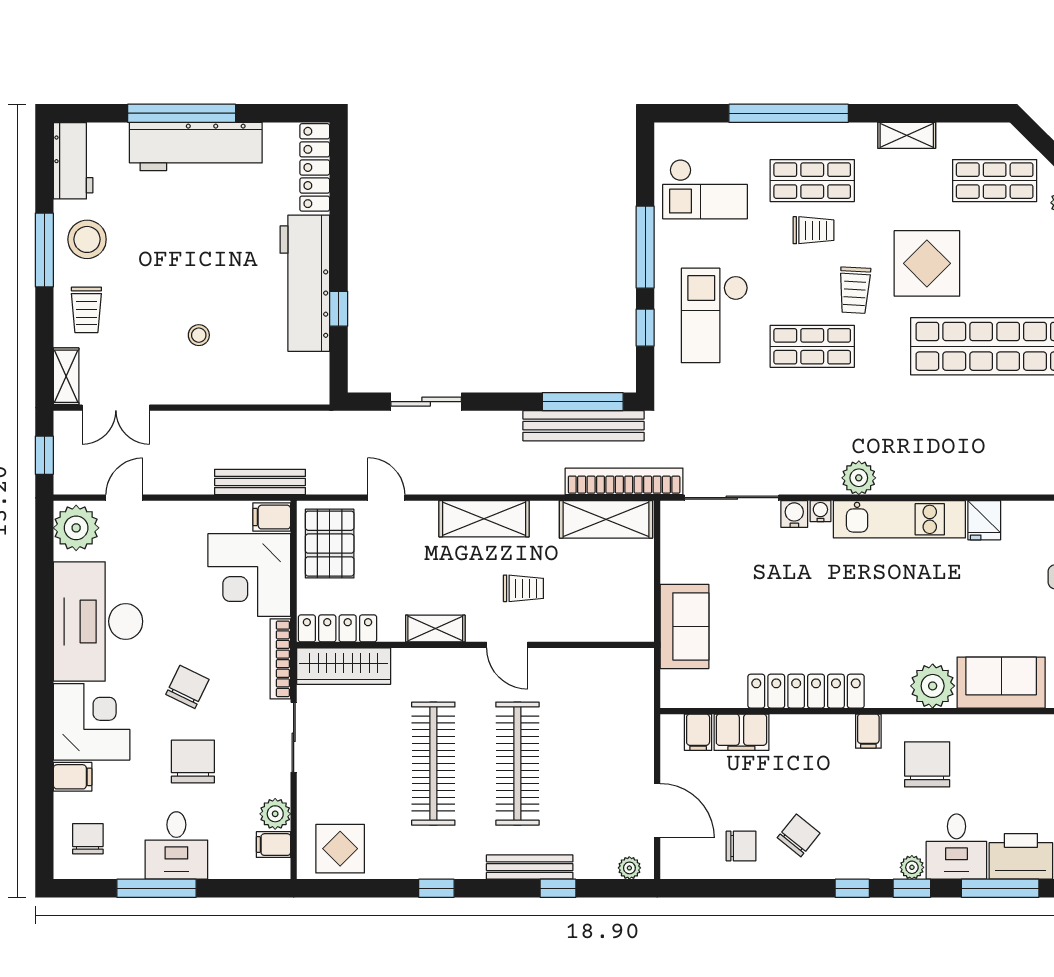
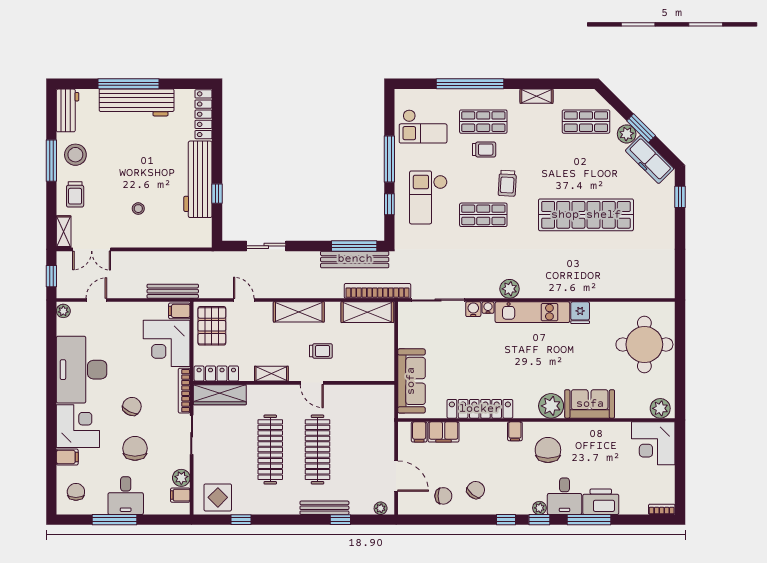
display table: (927, 263) -> (548, 168), removed
plant: (76, 528) -> (63, 311), width x0.53, depth x0.53
sofa: (684, 626) -> (411, 381), width x1.36
window: (436, 888) -> (241, 520), moved

